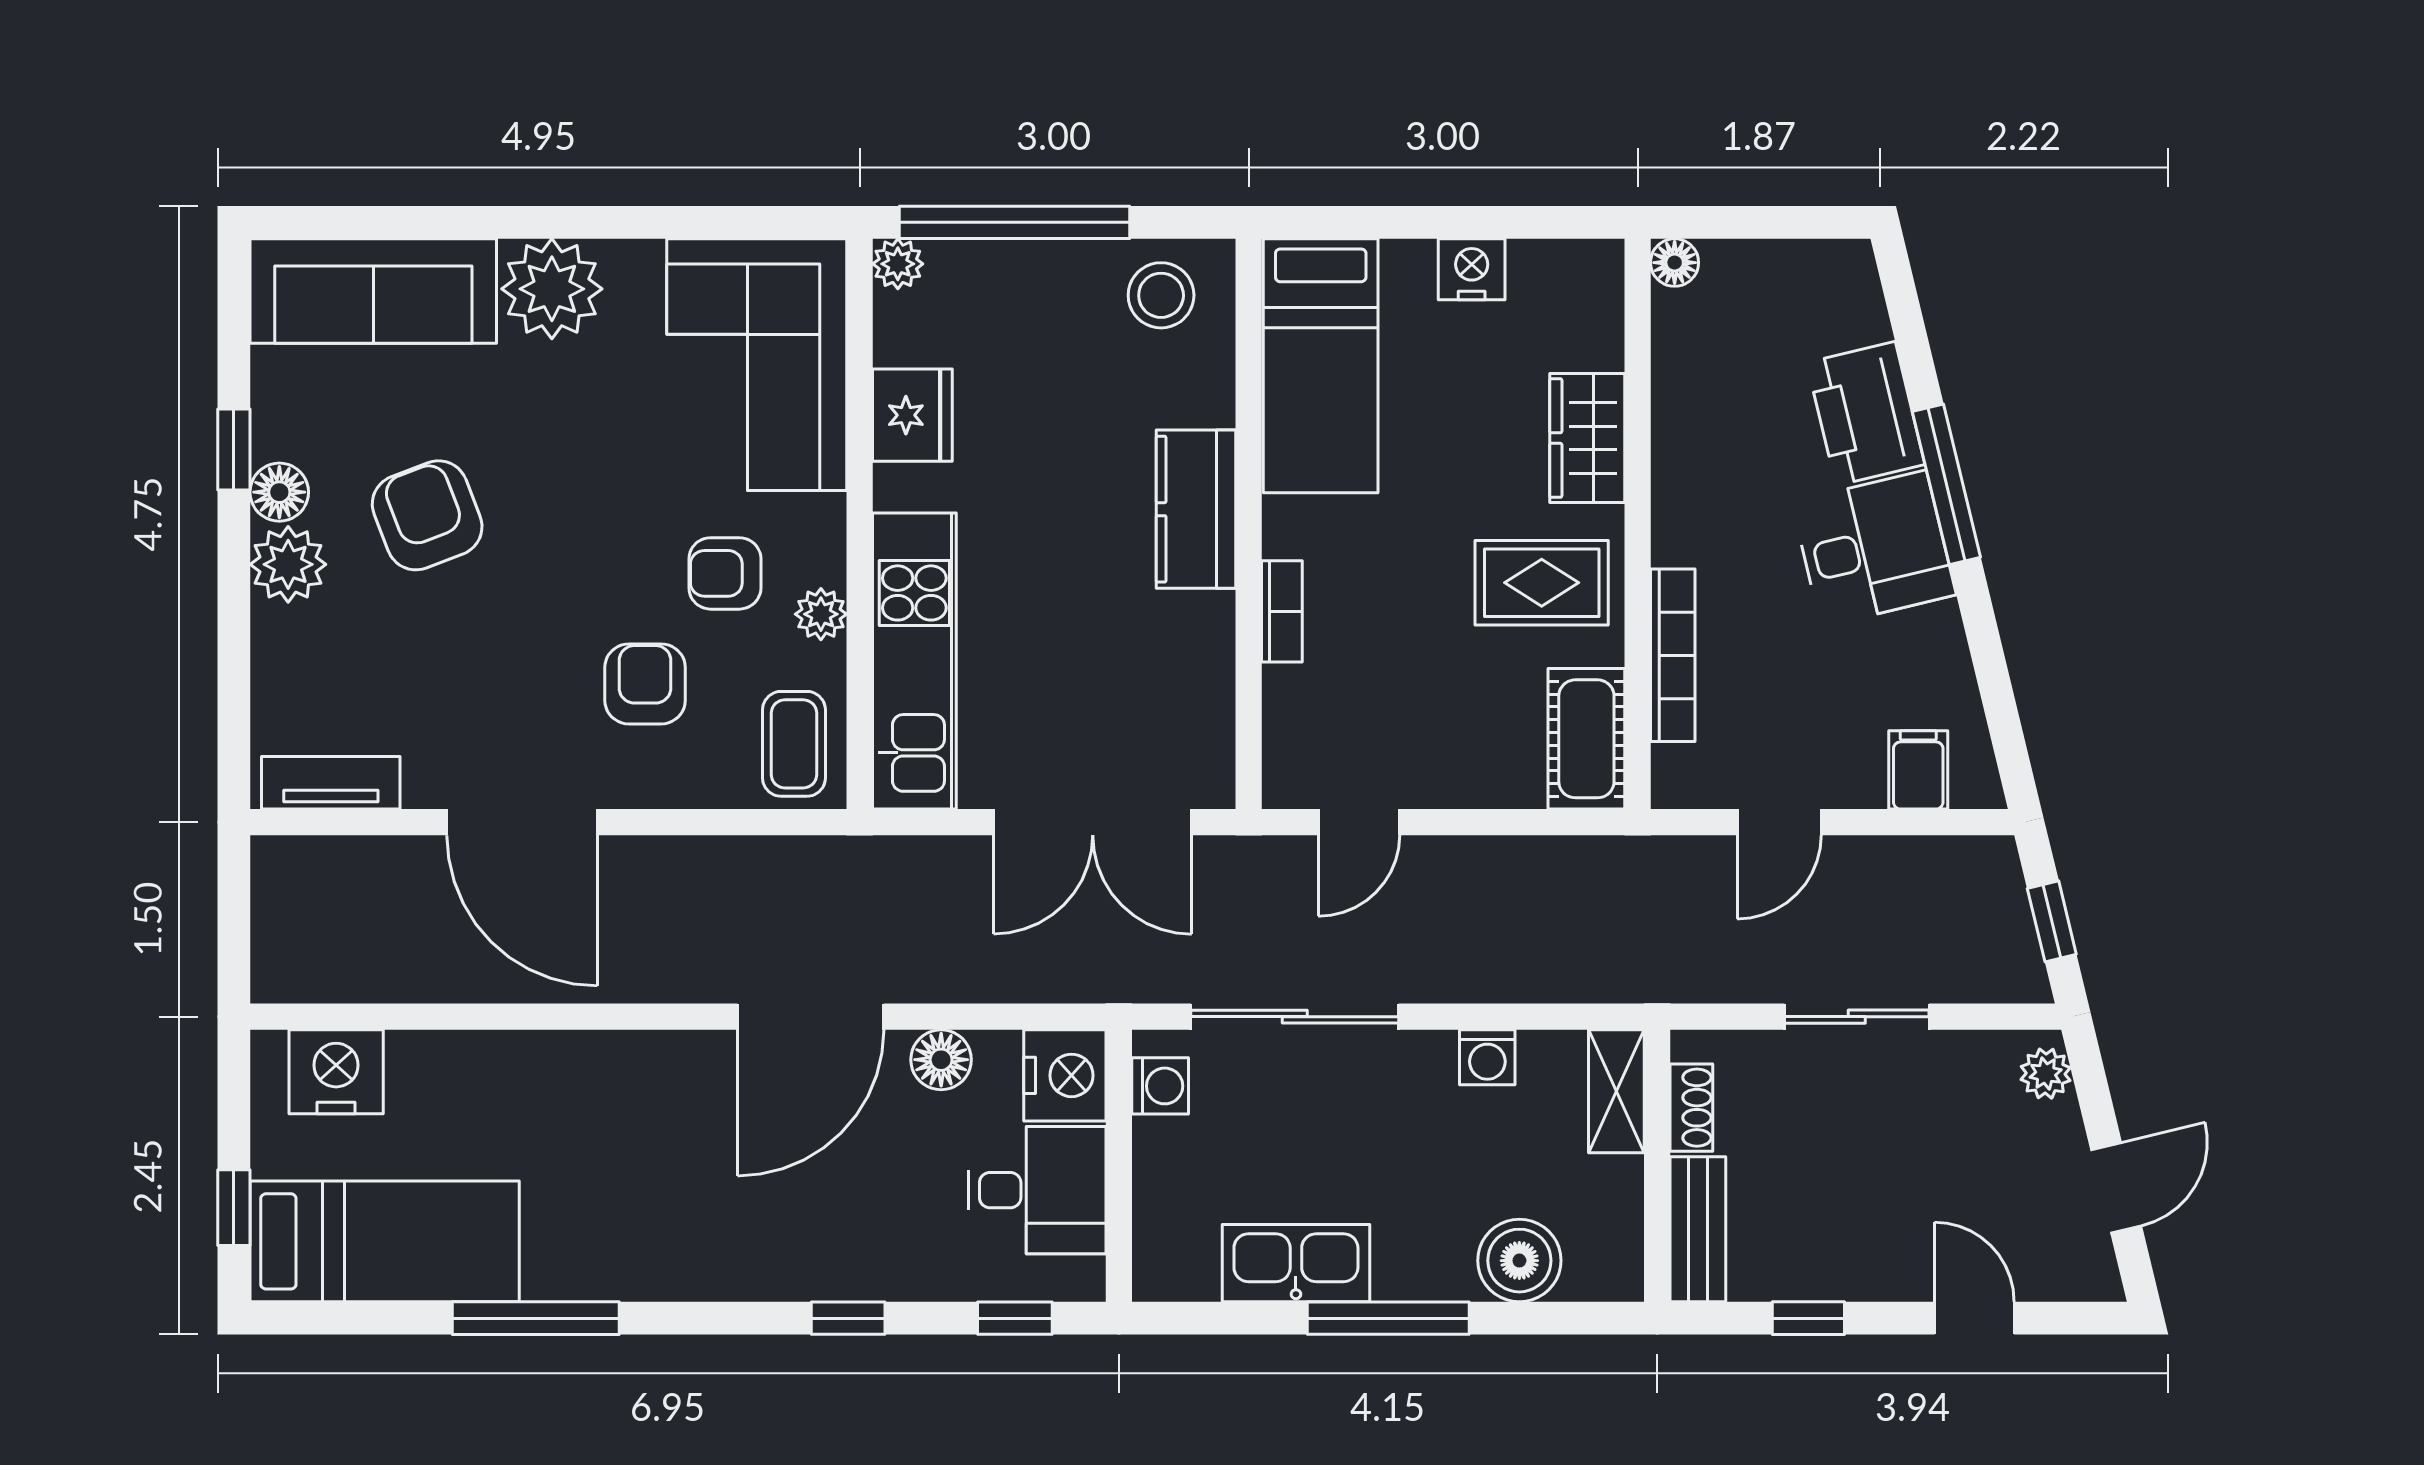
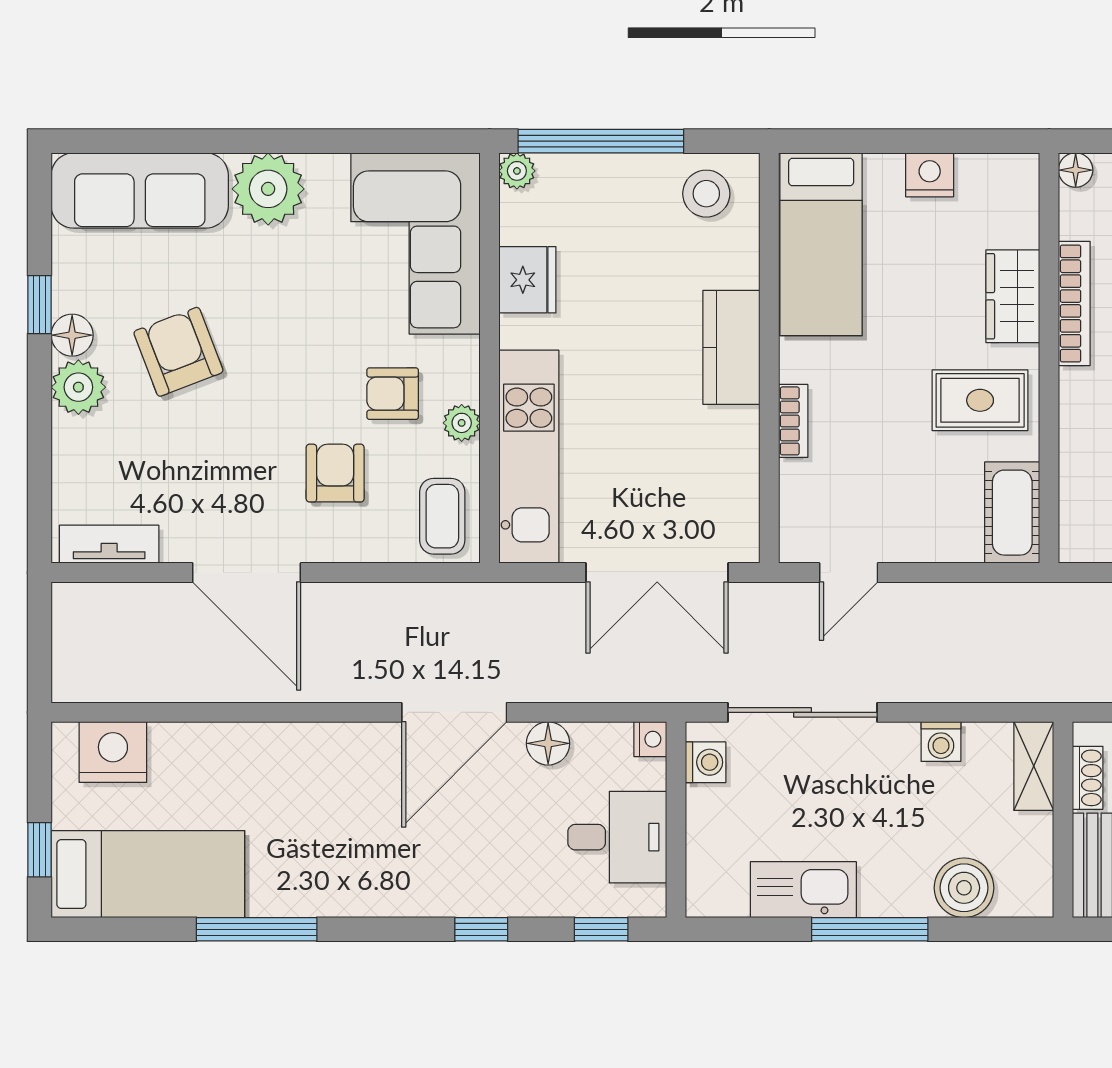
bookcase: (1673, 655) -> (1074, 304), moved
nightstand: (1065, 1075) -> (650, 739), width x0.53, depth x0.56

